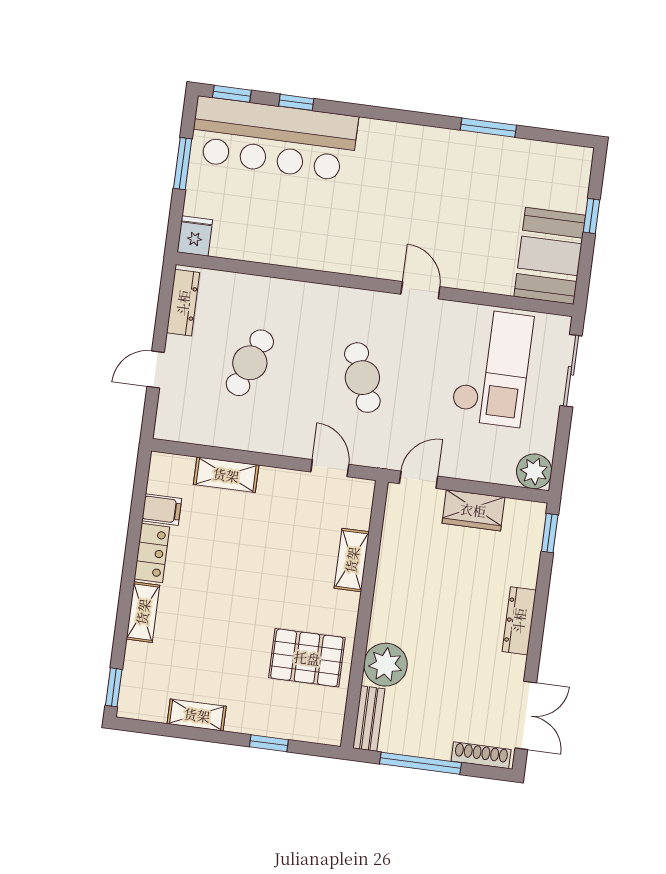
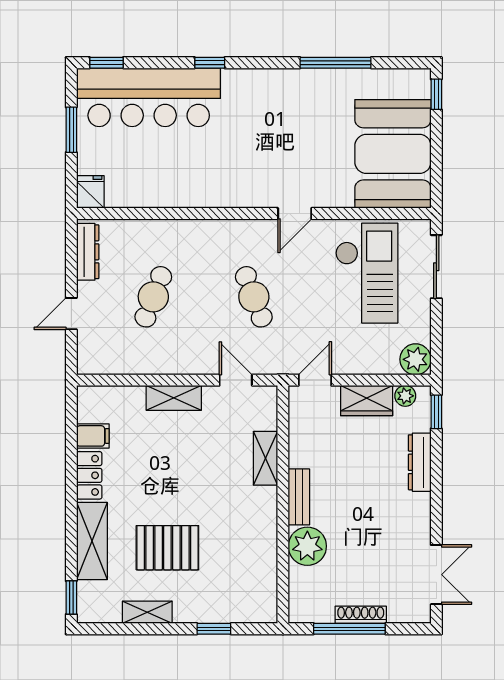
window: (296, 102) -> (210, 63), moved
window: (488, 128) -> (336, 63), width x1.44
window: (591, 216) -> (436, 94), moved
booth: (550, 256) -> (393, 154), width x1.36, depth x1.42
door: (420, 290) -> (295, 214), swing flipped
shelving: (226, 475) -> (174, 398), moved
plant: (517, 511) -> (405, 396), added
shelving: (143, 612) -> (92, 541), width x1.50, depth x1.33
dresser: (519, 621) -> (420, 462), moved
pallet: (307, 658) -> (167, 548), moved
bench: (369, 718) -> (299, 497), moved
shoe rack: (481, 755) -> (361, 615), moved

